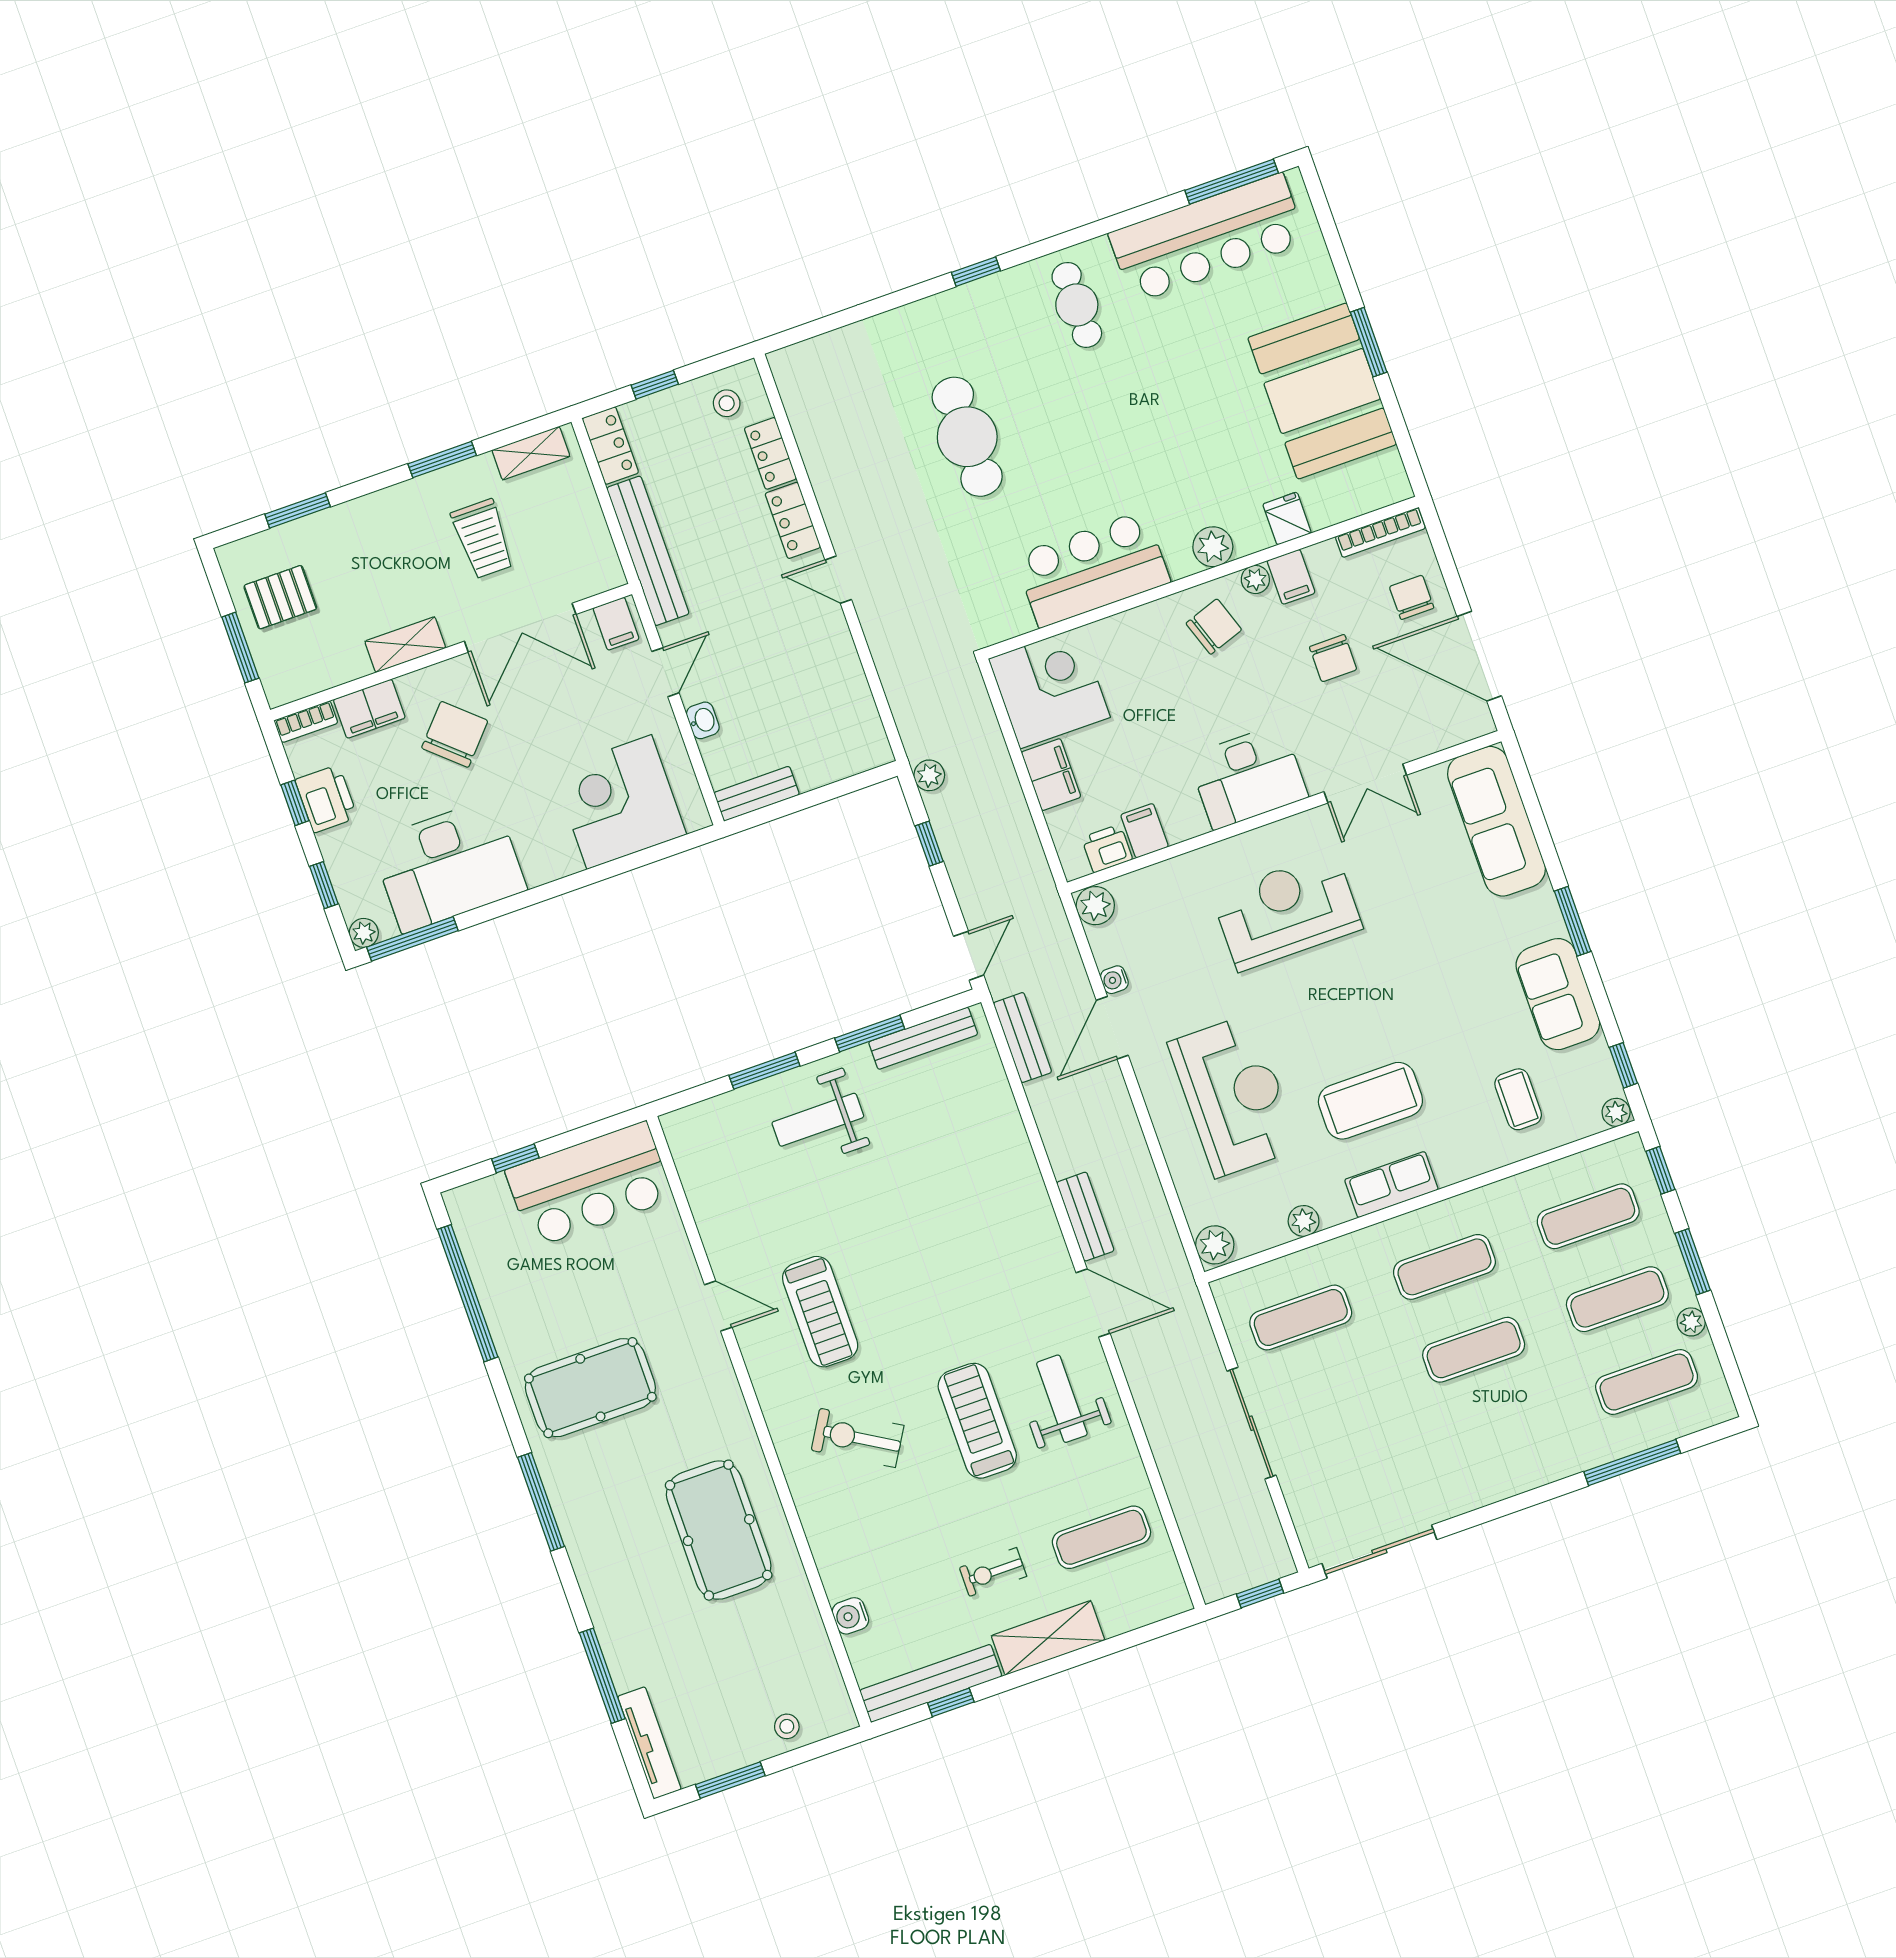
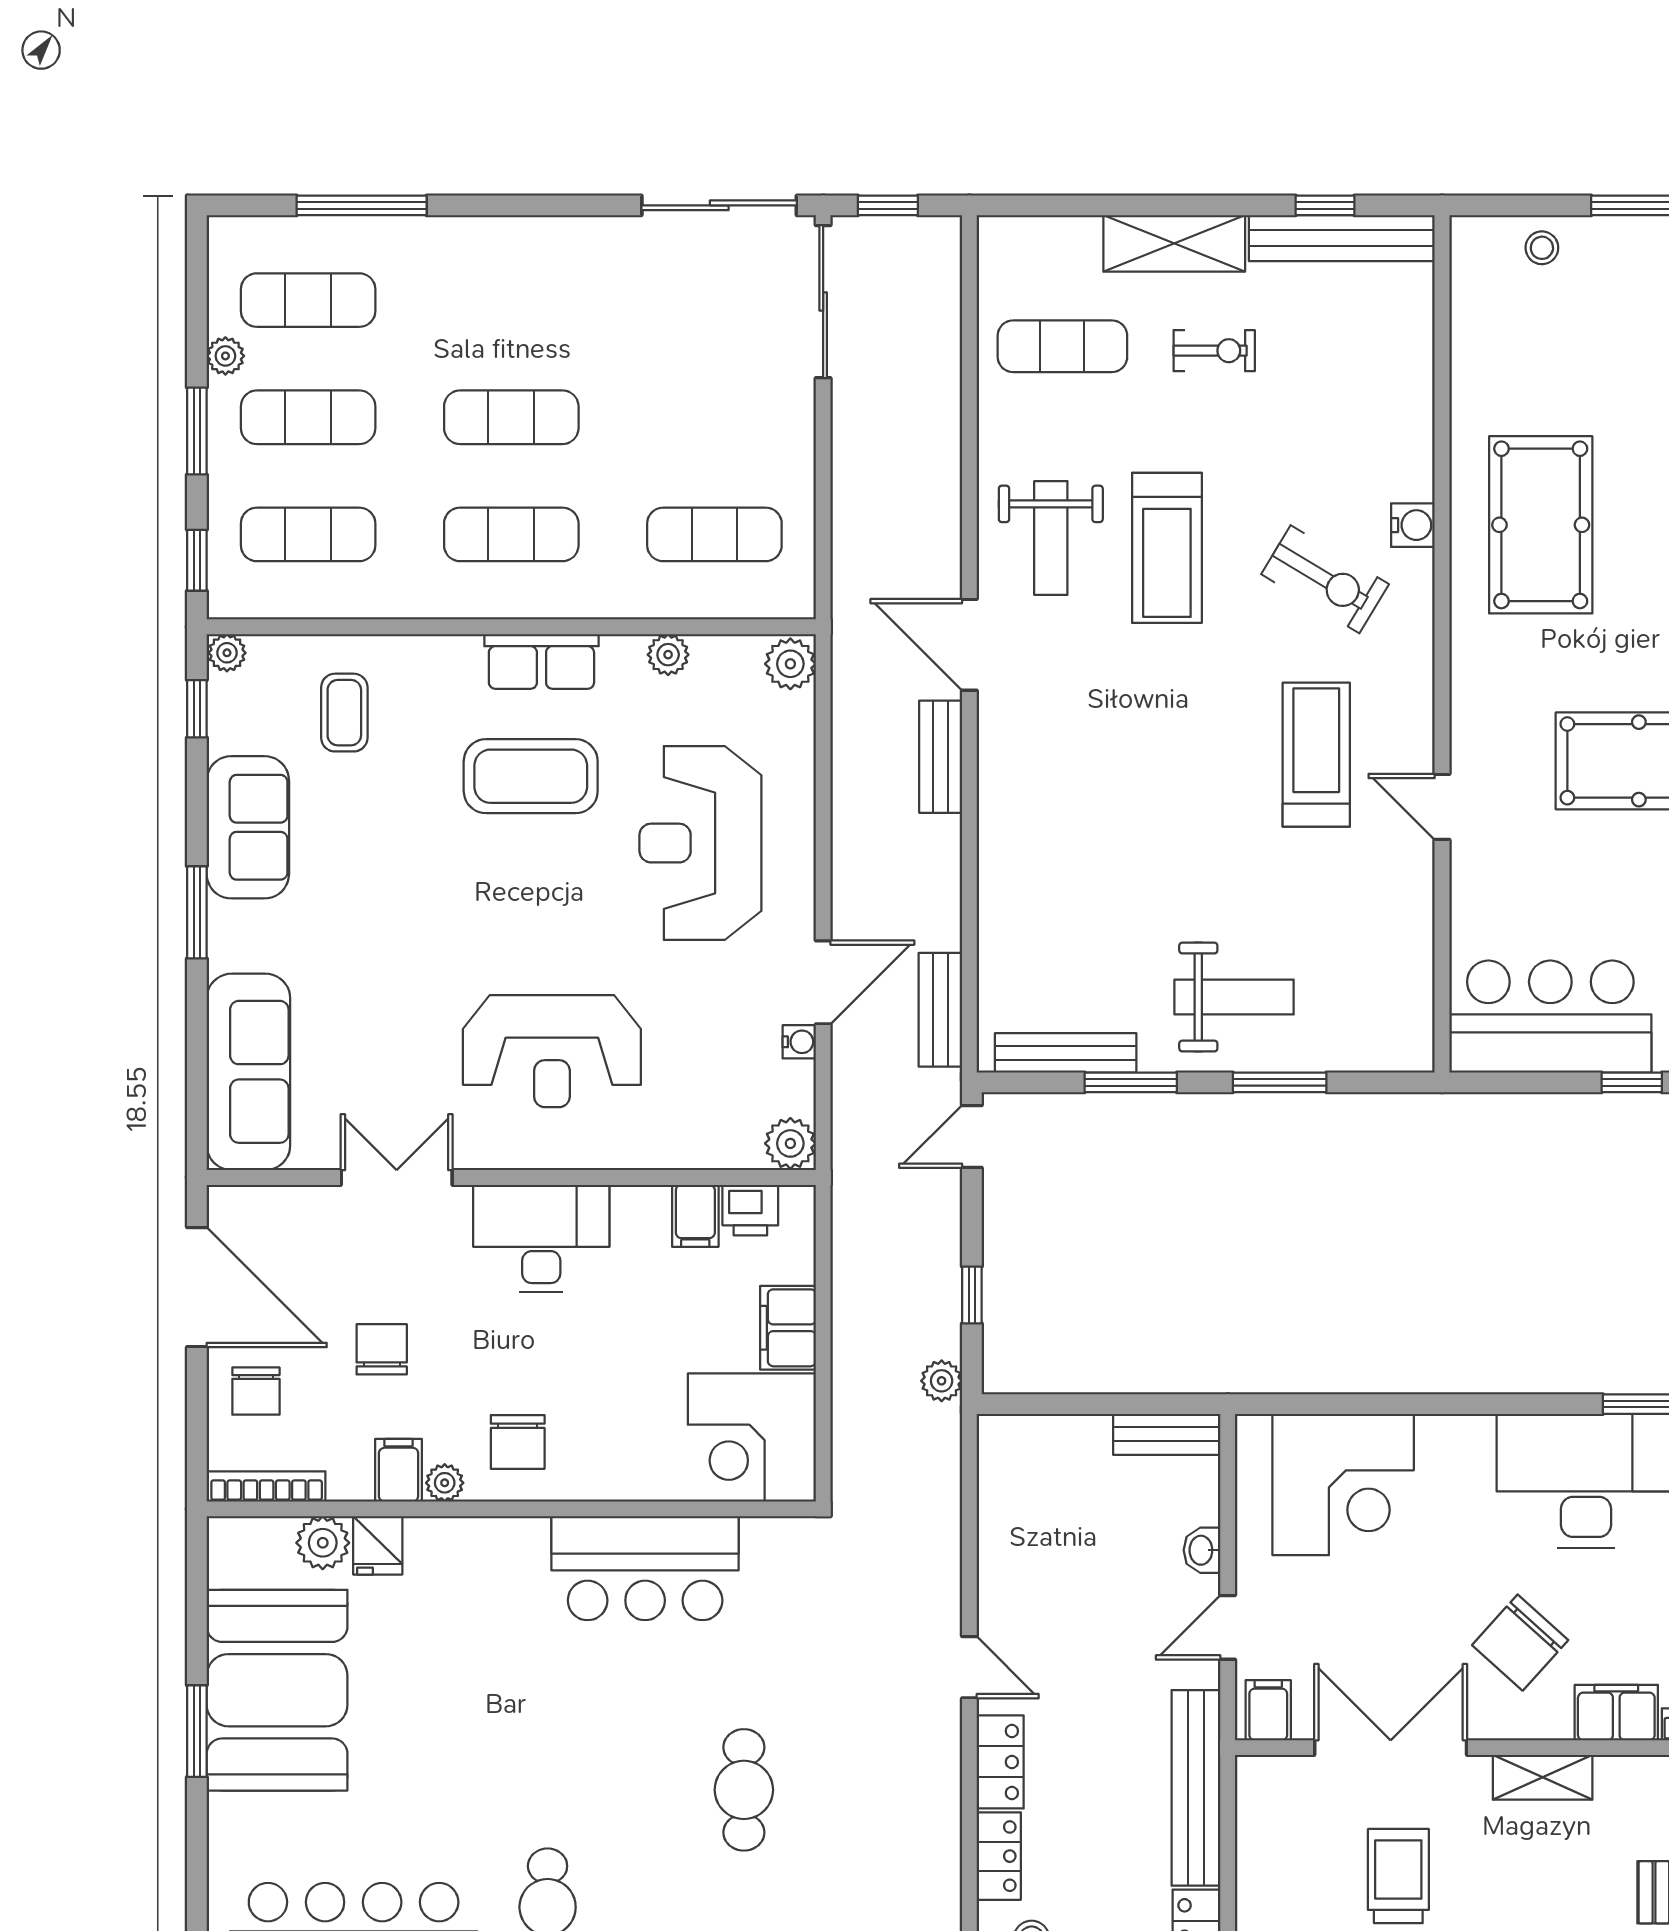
cafe table: (967, 437) -> (744, 1790), width x0.73, depth x0.74
plant: (1213, 547) -> (323, 1543), moved
chair: (1214, 627) -> (518, 1442), turned -71
sliding door: (1252, 1423) -> (823, 302), moved
water cooler: (850, 1616) -> (1413, 525), moved

